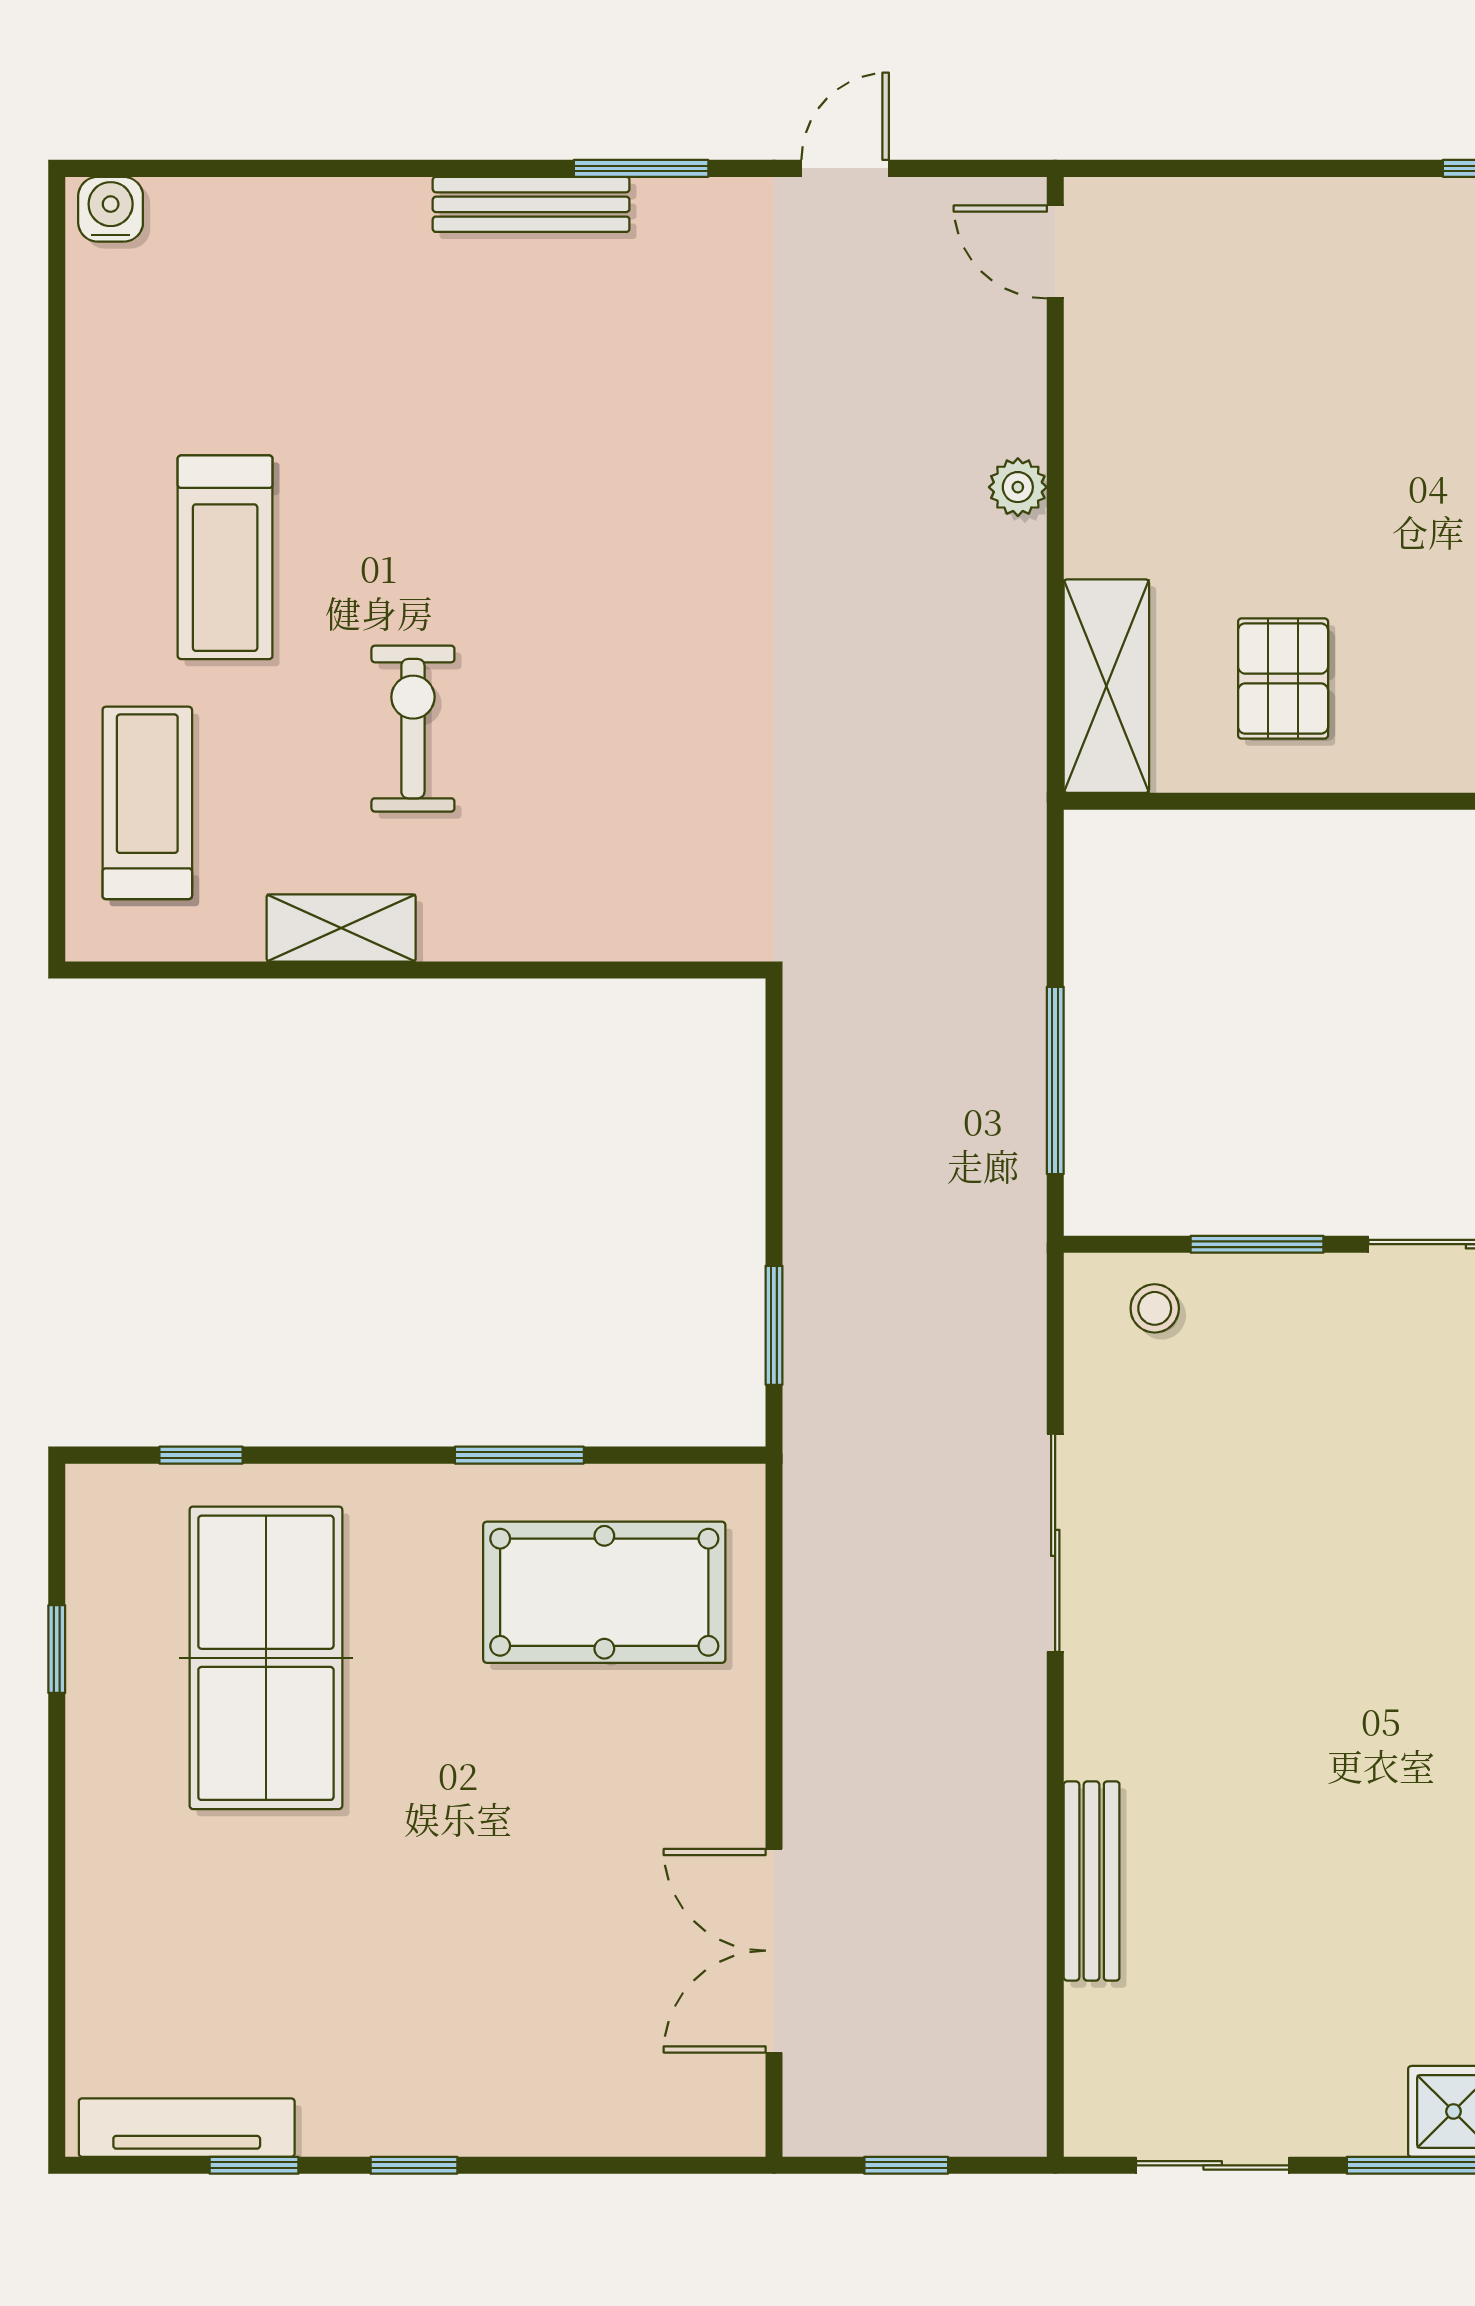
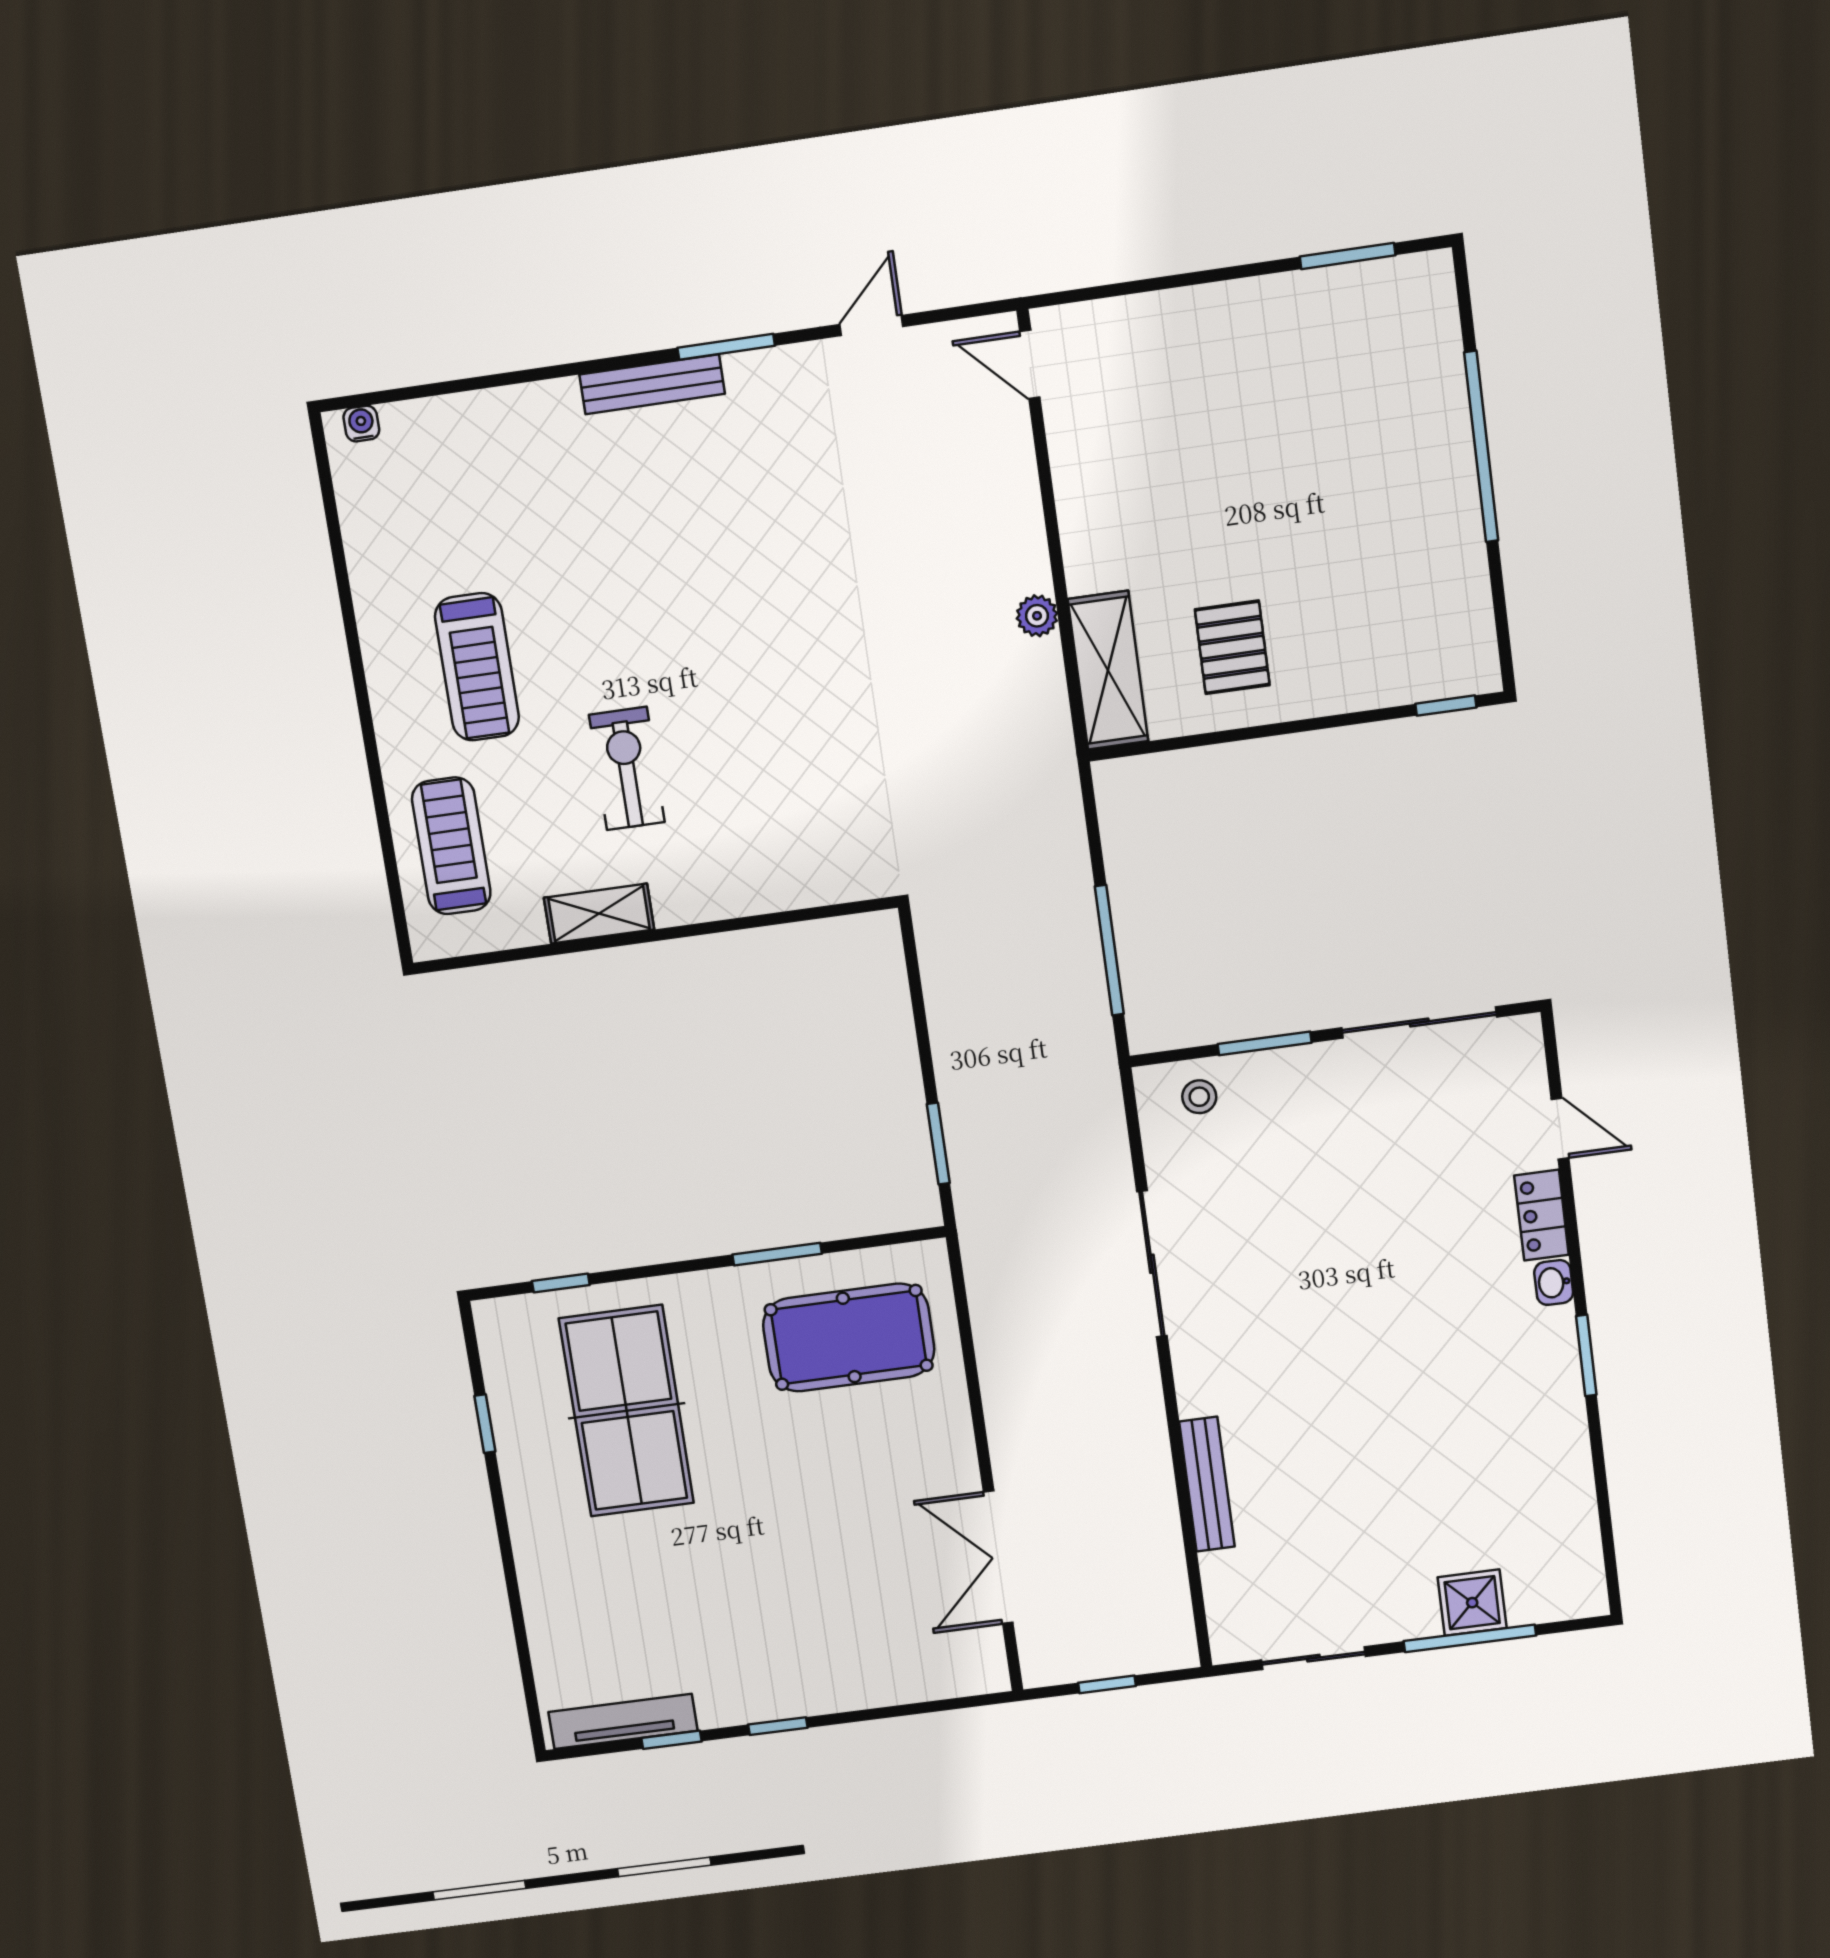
water cooler: (111, 209) -> (361, 424), width x0.72, depth x0.72
plant: (1018, 487) -> (1037, 616), moved

